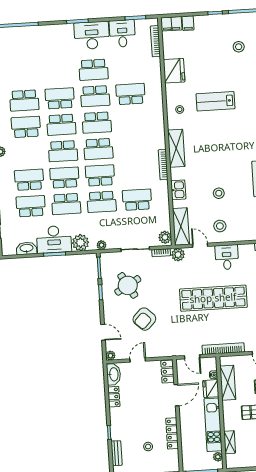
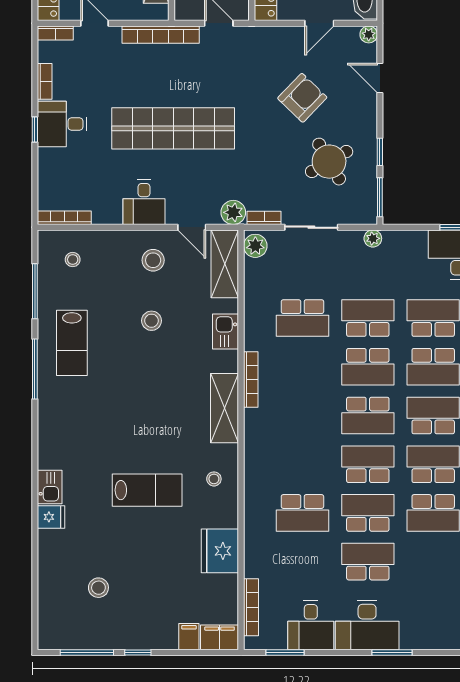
school desk: (98, 149) -> (368, 415), turned 180
plant: (81, 243) -> (411, 245), removed

